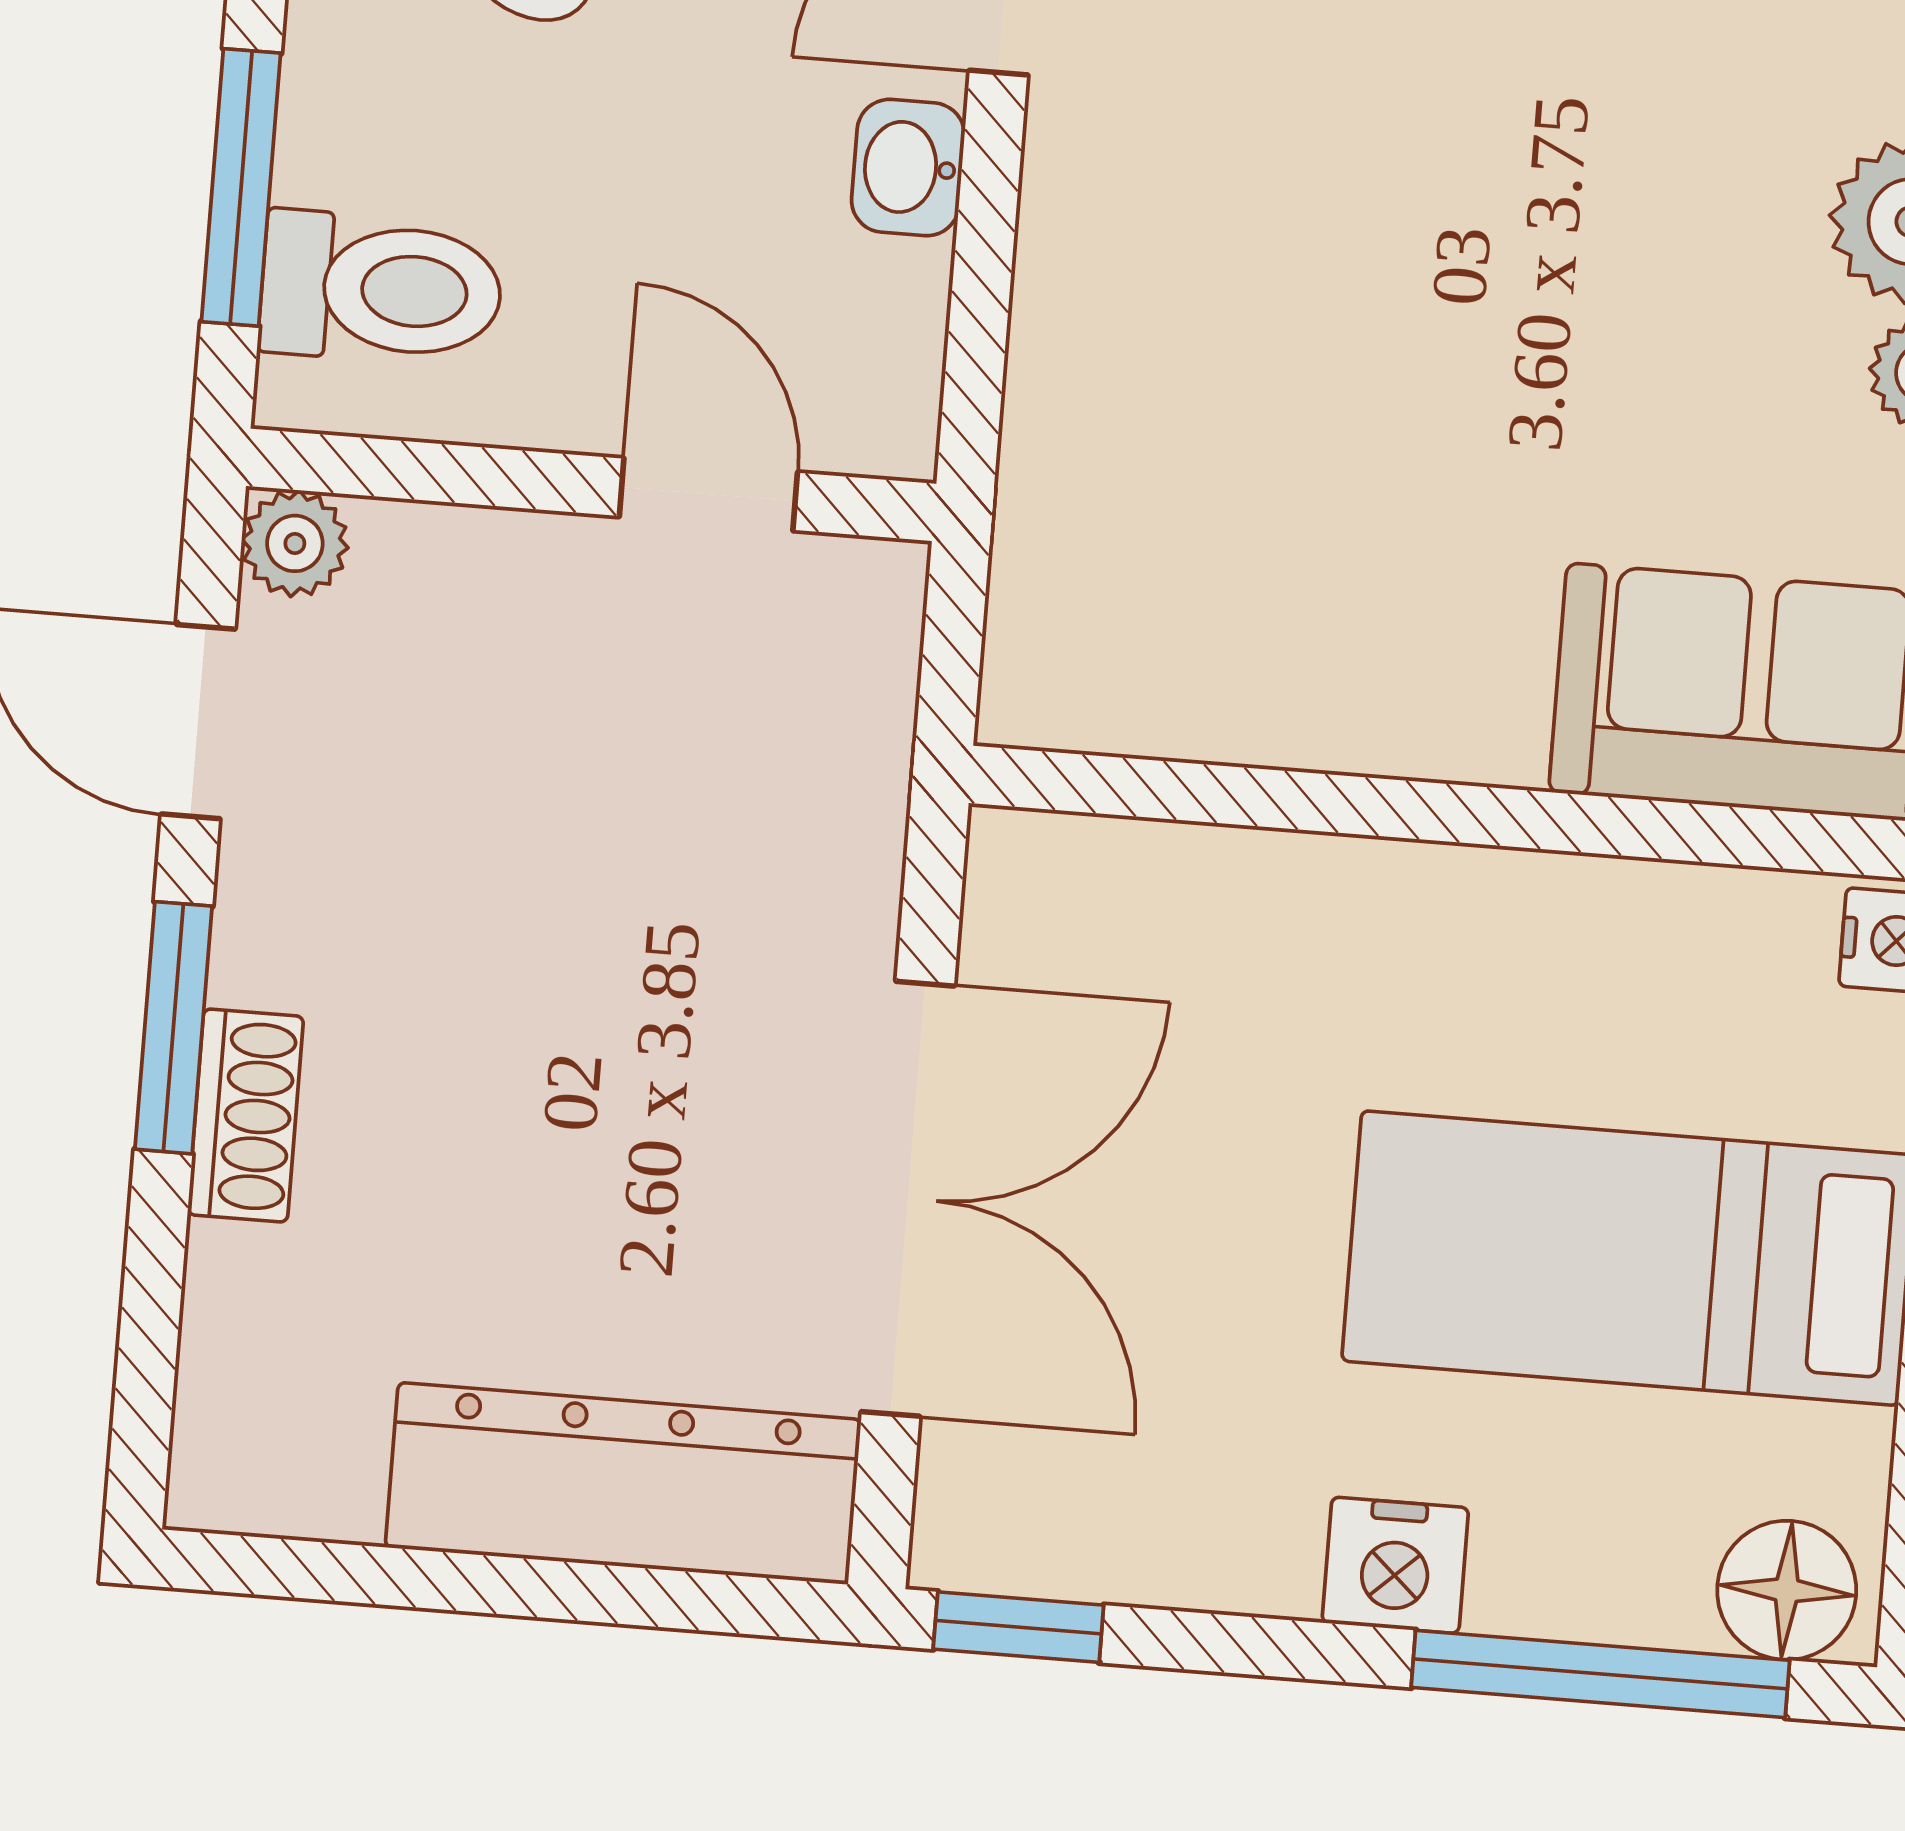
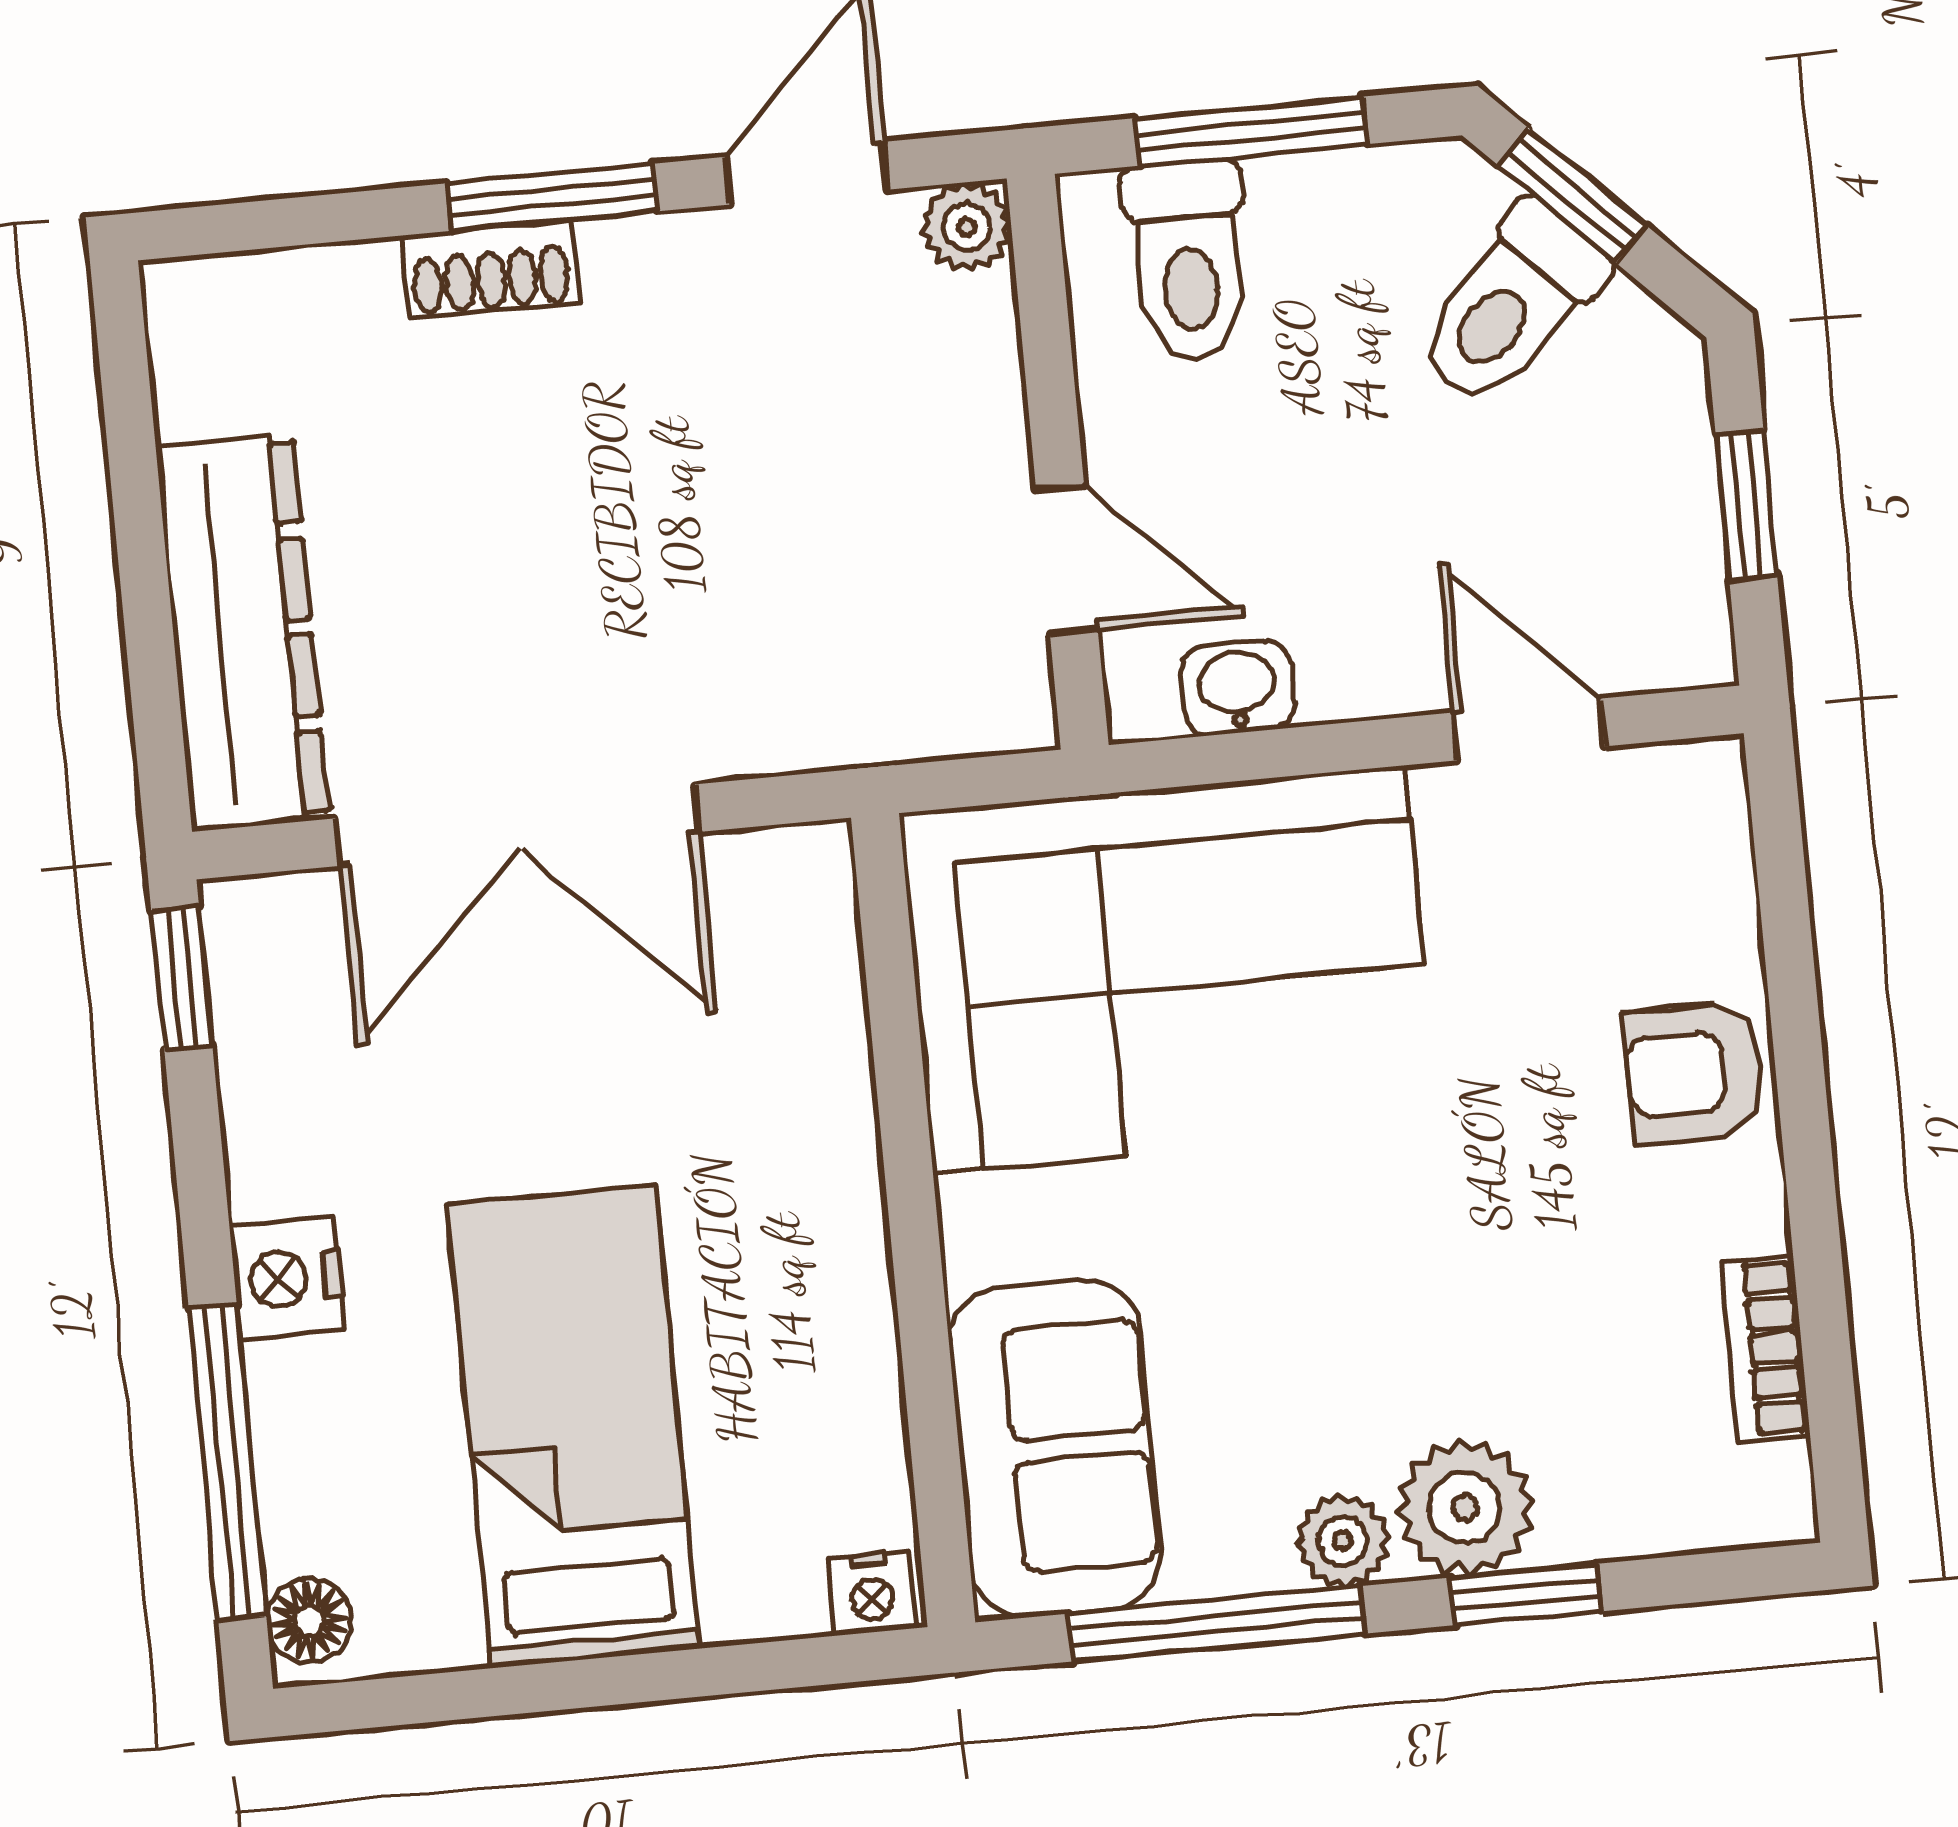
washbasin: (908, 168) -> (1237, 688), moved
corner sofa: (1214, 459) -> (1169, 970), added
door: (708, 494) -> (1067, 559), hinge flipped
floor lamp: (1787, 1590) -> (309, 1621), width x0.73, depth x0.73

